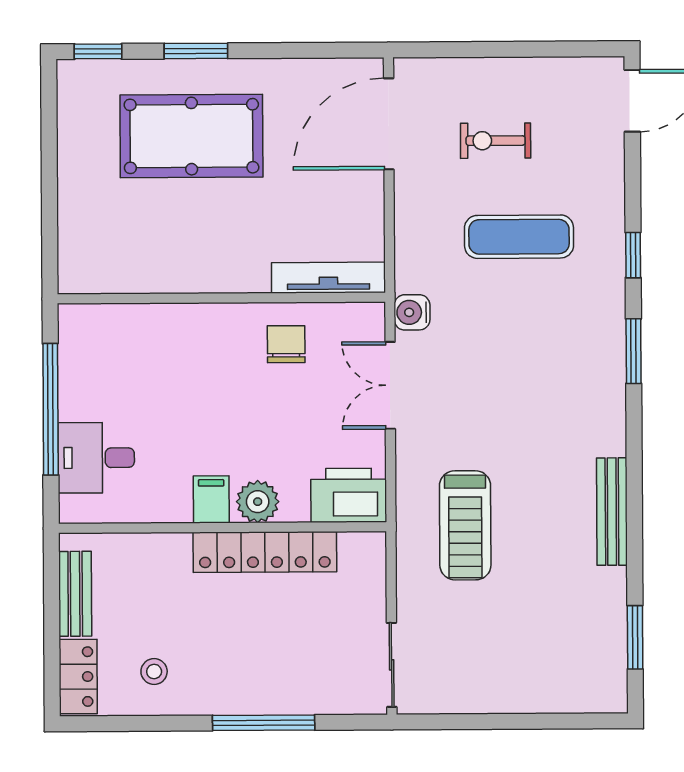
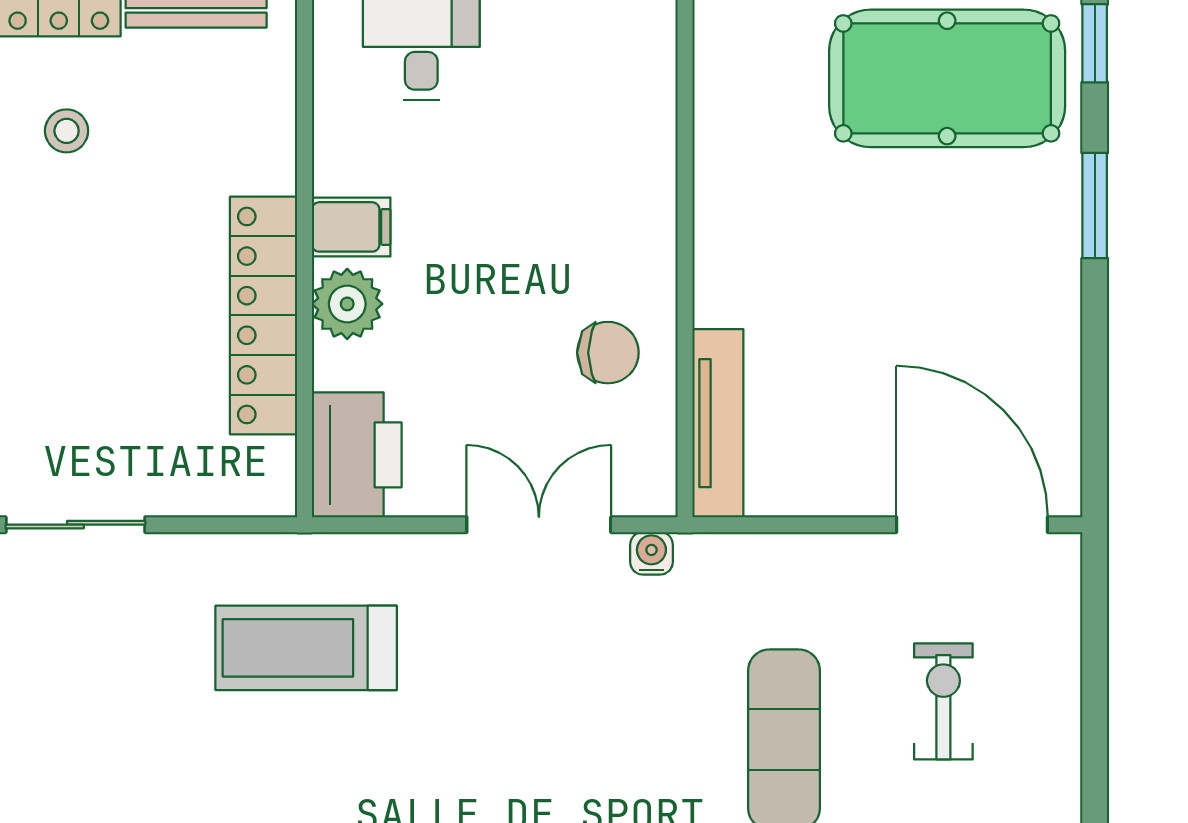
pool table: (191, 136) -> (947, 78), moved, turned 90
water cooler: (412, 312) -> (651, 553), width x0.72, depth x0.72

